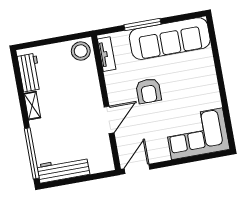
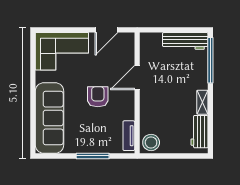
sofa: (170, 39) -> (50, 118), moved, turned 90
door: (137, 169) -> (107, 30), moved

